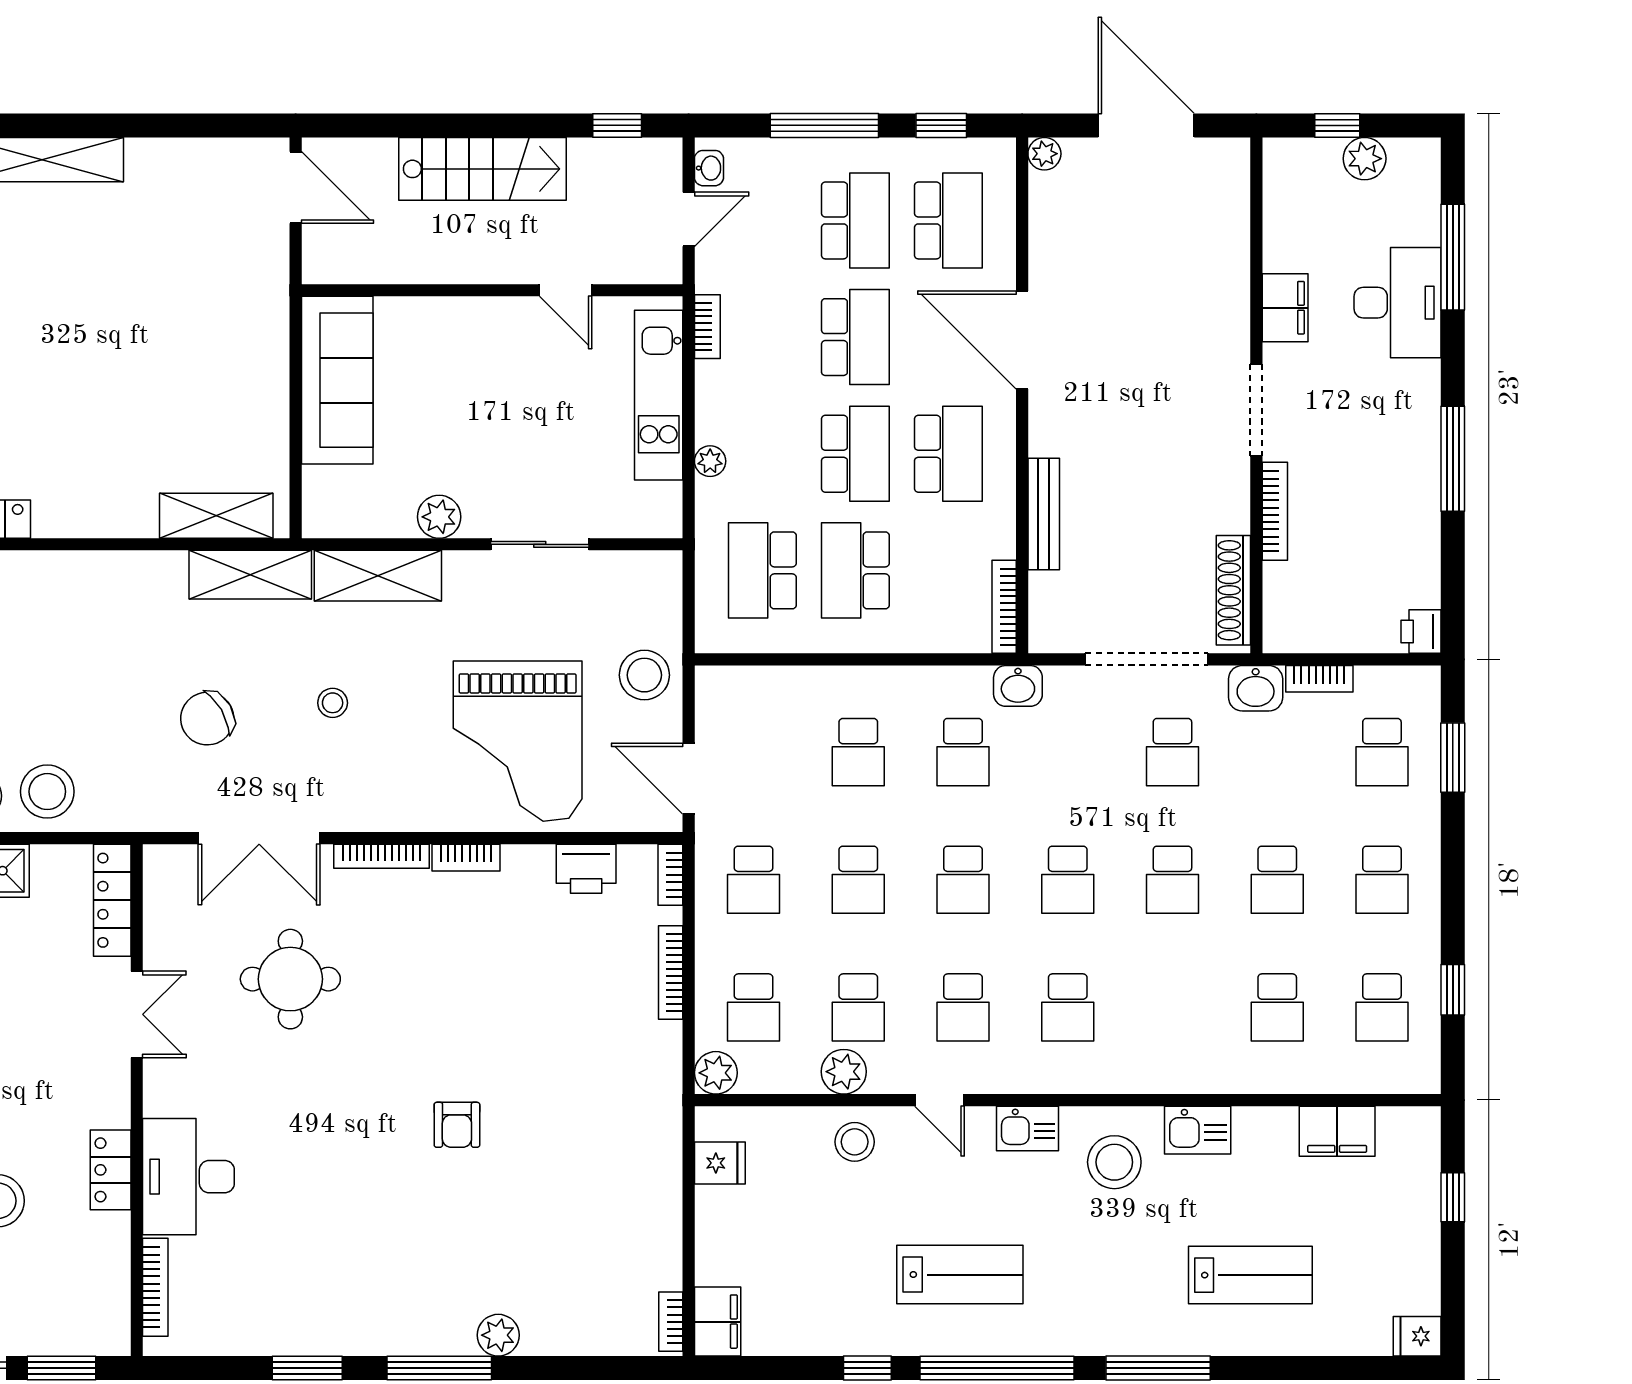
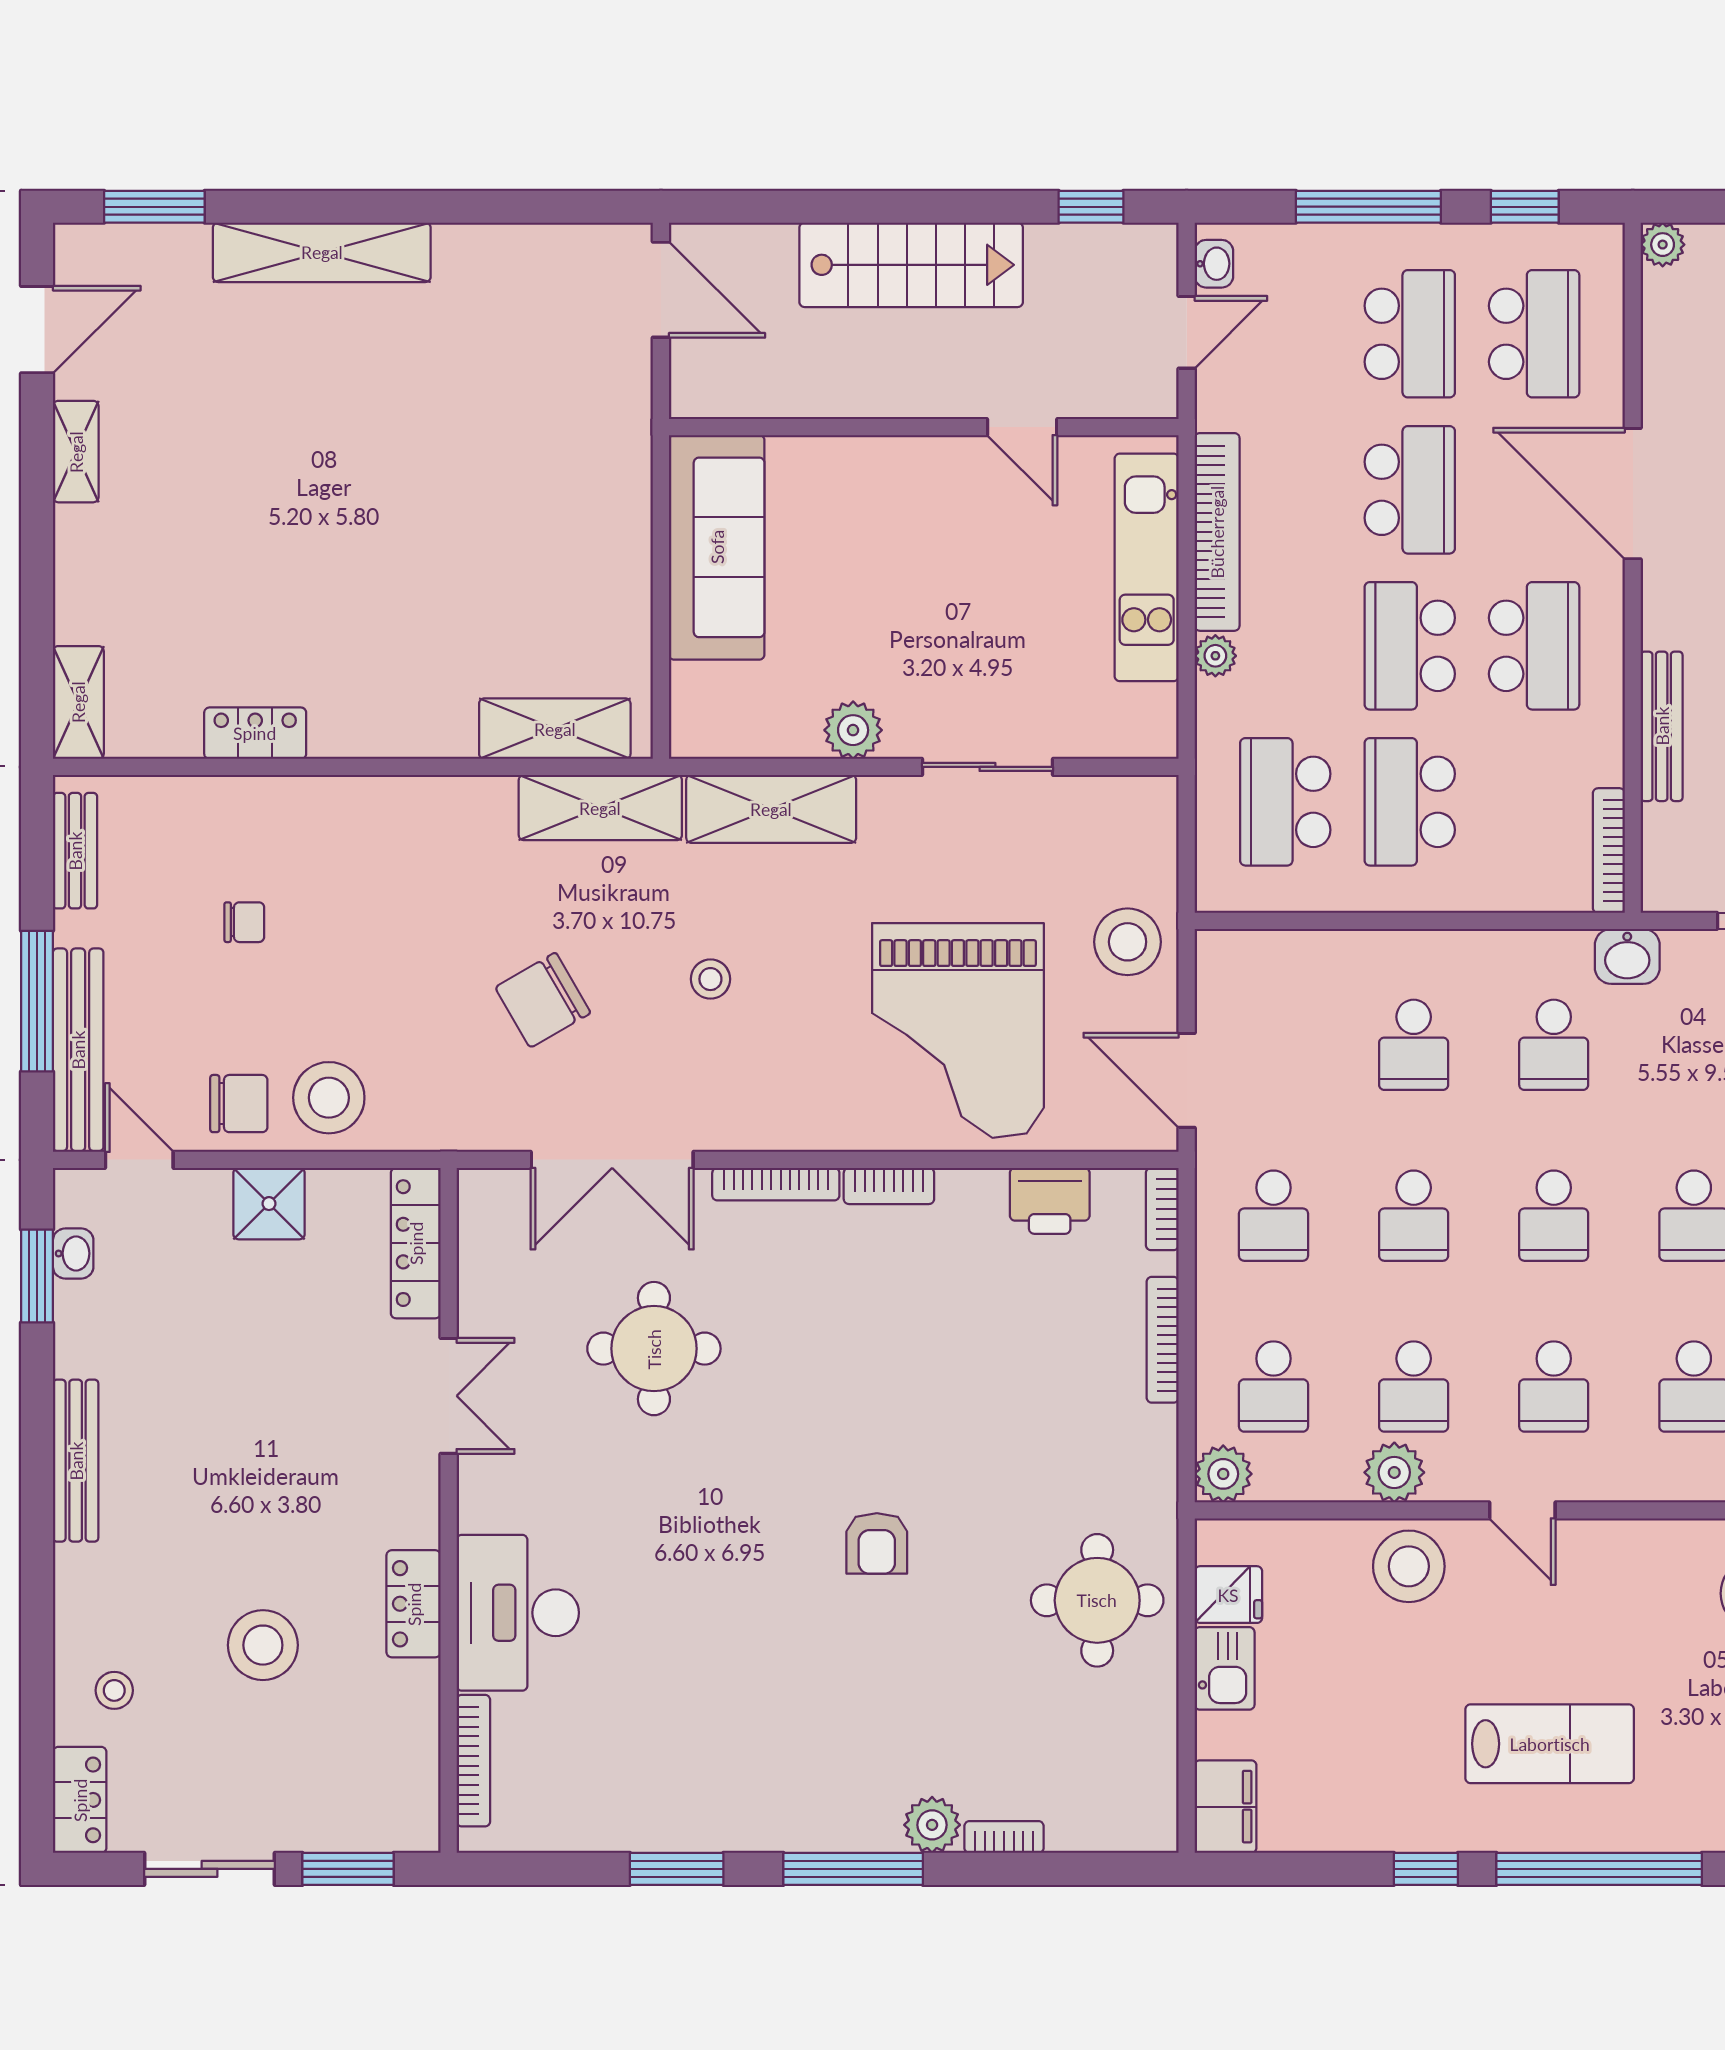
bookcase: (707, 327) -> (1217, 532), width x2.31, depth x1.31
school desk: (855, 454) -> (1410, 646), turned 180
kitchen sink: (1028, 1128) -> (1225, 1668), moved, turned -90
stool: (855, 1142) -> (1409, 1566), width x1.38, depth x1.38
round table: (622, 1167) -> (1097, 1600), added
bookcase: (671, 1322) -> (1004, 1837), moved, turned 90

